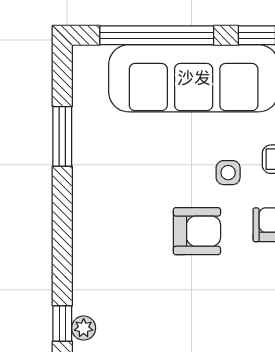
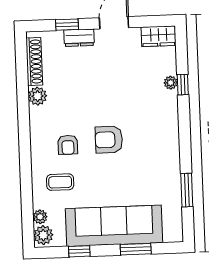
window: (157, 35) -> (136, 249), width x0.47
side table: (228, 173) -> (93, 173), removed

